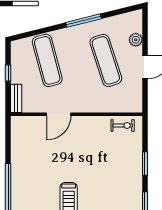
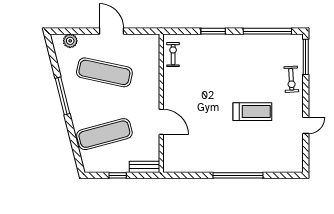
plant: (136, 40) -> (70, 41), moved
exercise mat: (106, 60) -> (104, 72), turned 30

